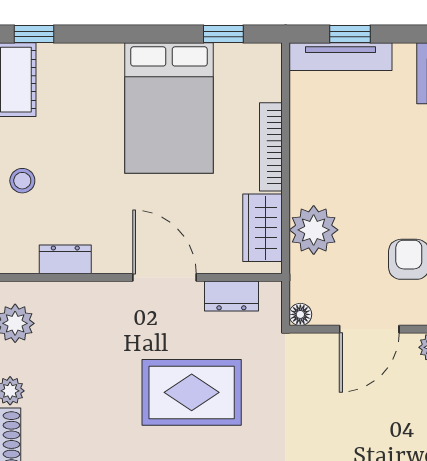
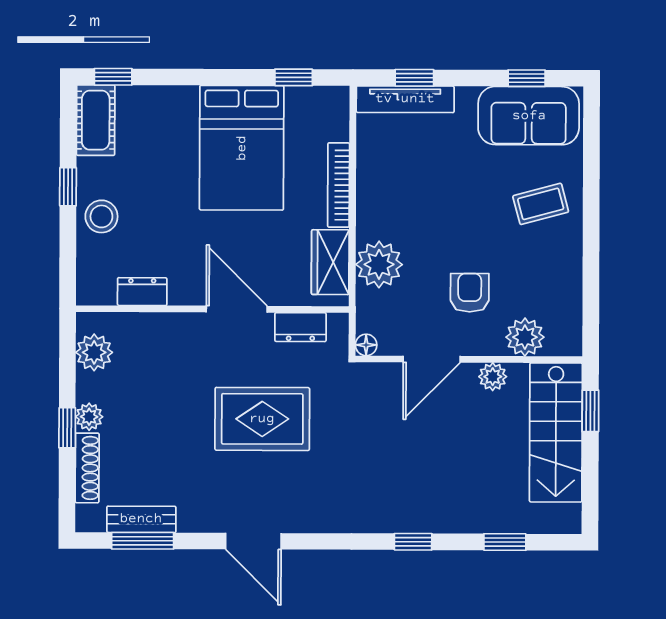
stool: (22, 181) -> (101, 216), width x1.37, depth x1.37

